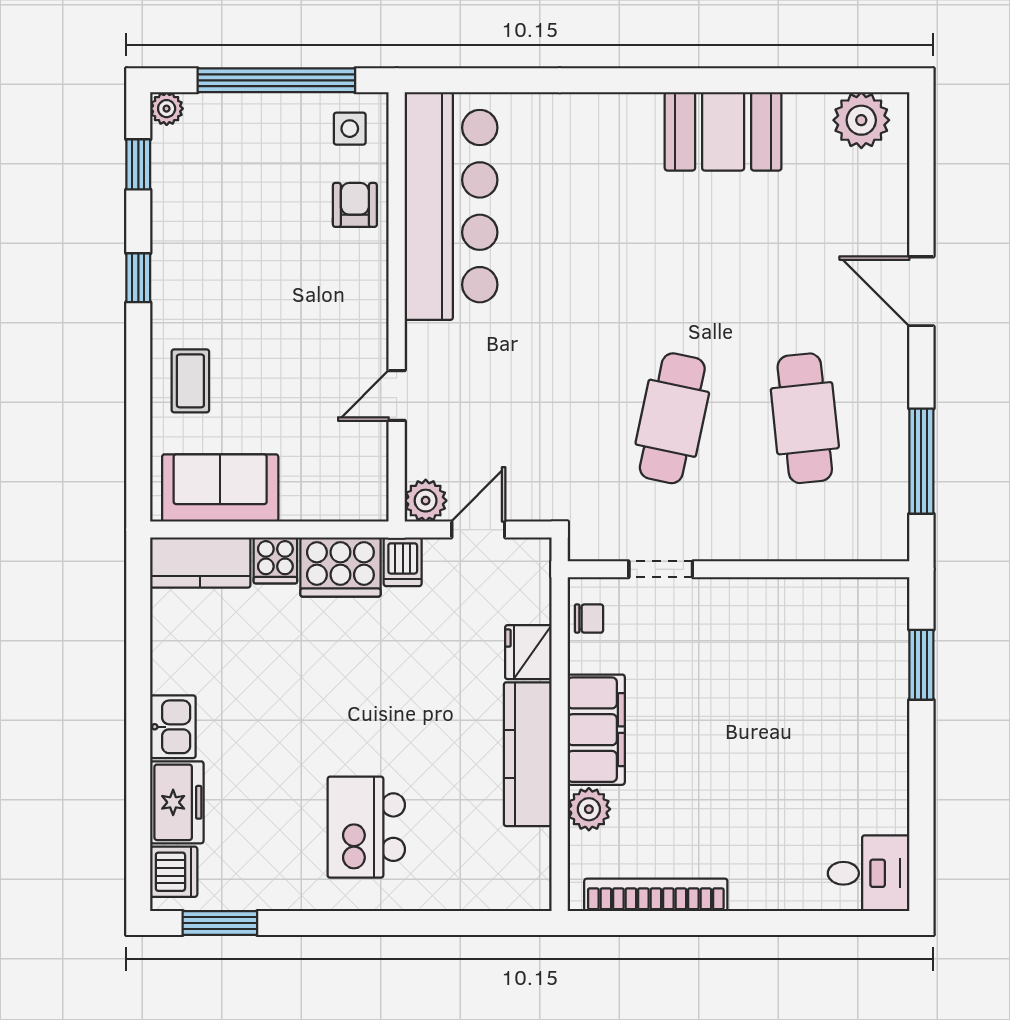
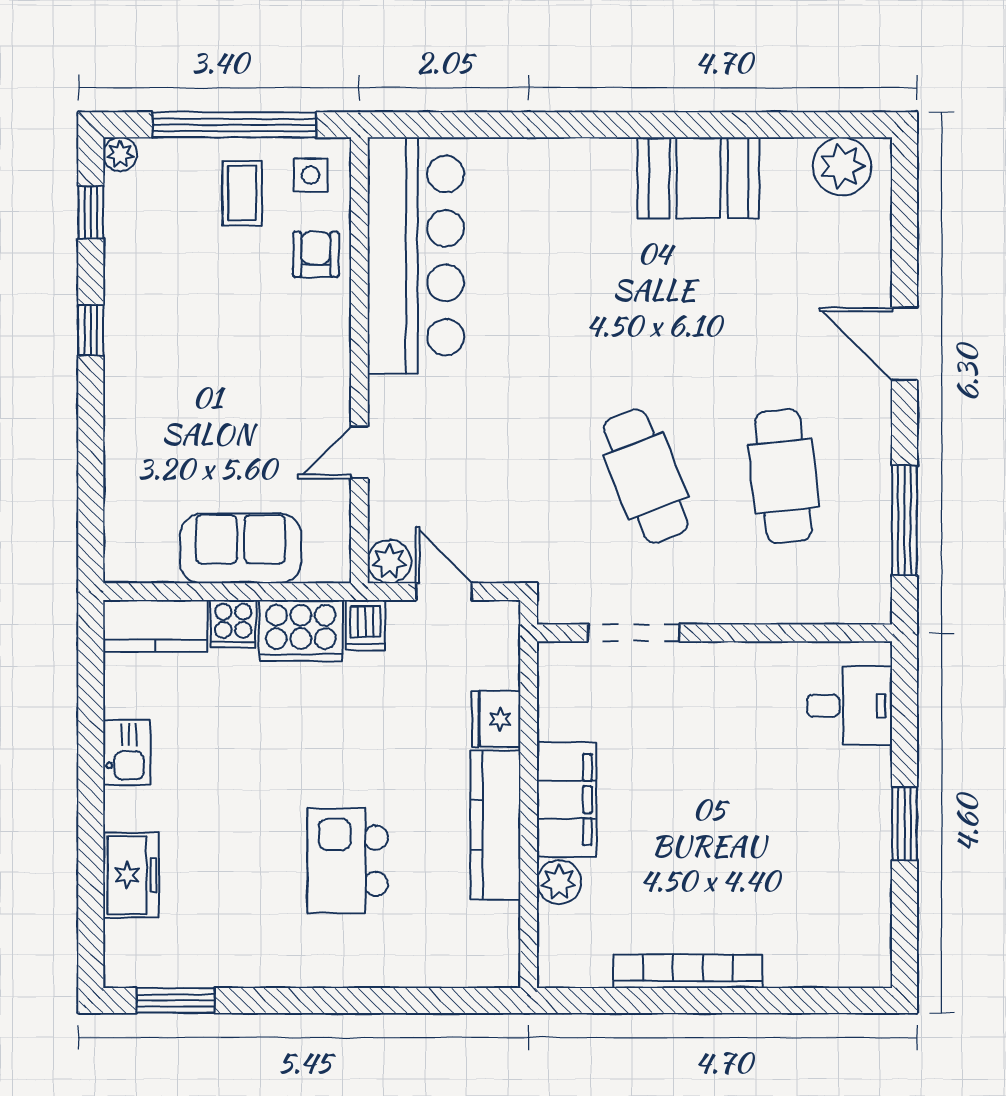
coffee table: (190, 381) -> (242, 193), moved
cafe table: (672, 418) -> (646, 476), turned -33
sofa: (220, 488) -> (241, 548), moved
door: (478, 530) -> (444, 592), hinge flipped
doorway: (661, 569) -> (634, 633), width x1.38
chair: (589, 619) -> (559, 684), removed
window: (921, 665) -> (905, 824), moved
kitchen sink: (173, 727) -> (127, 752), moved
kitchen island: (366, 827) -> (348, 861), moved
dishwasher: (174, 872) -> (128, 947), removed
desk: (869, 873) -> (850, 706), moved
bookcase: (656, 895) -> (688, 971), moved

